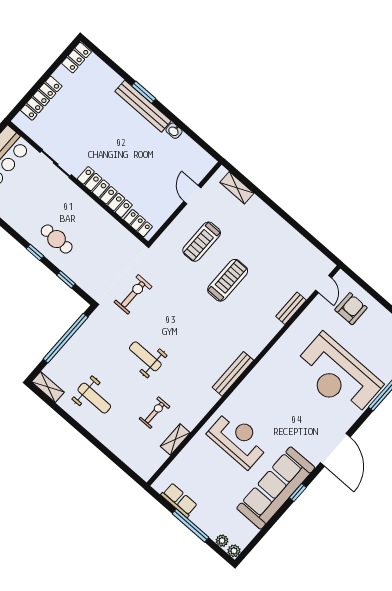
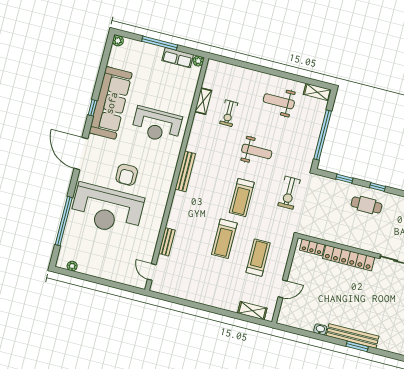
door: (192, 195) -> (283, 289), hinge flipped
armchair: (351, 309) -> (127, 175), moved
treadmill: (186, 315) -> (242, 198), added
reception desk: (338, 376) -> (107, 209), turned 180
plant: (222, 541) -> (198, 61), moved

